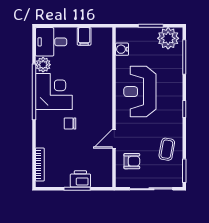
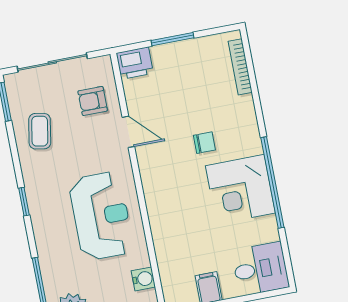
plant: (43, 65) -> (266, 229), removed
door: (114, 139) -> (128, 132), hinge flipped
printer: (80, 179) -> (135, 63), moved

